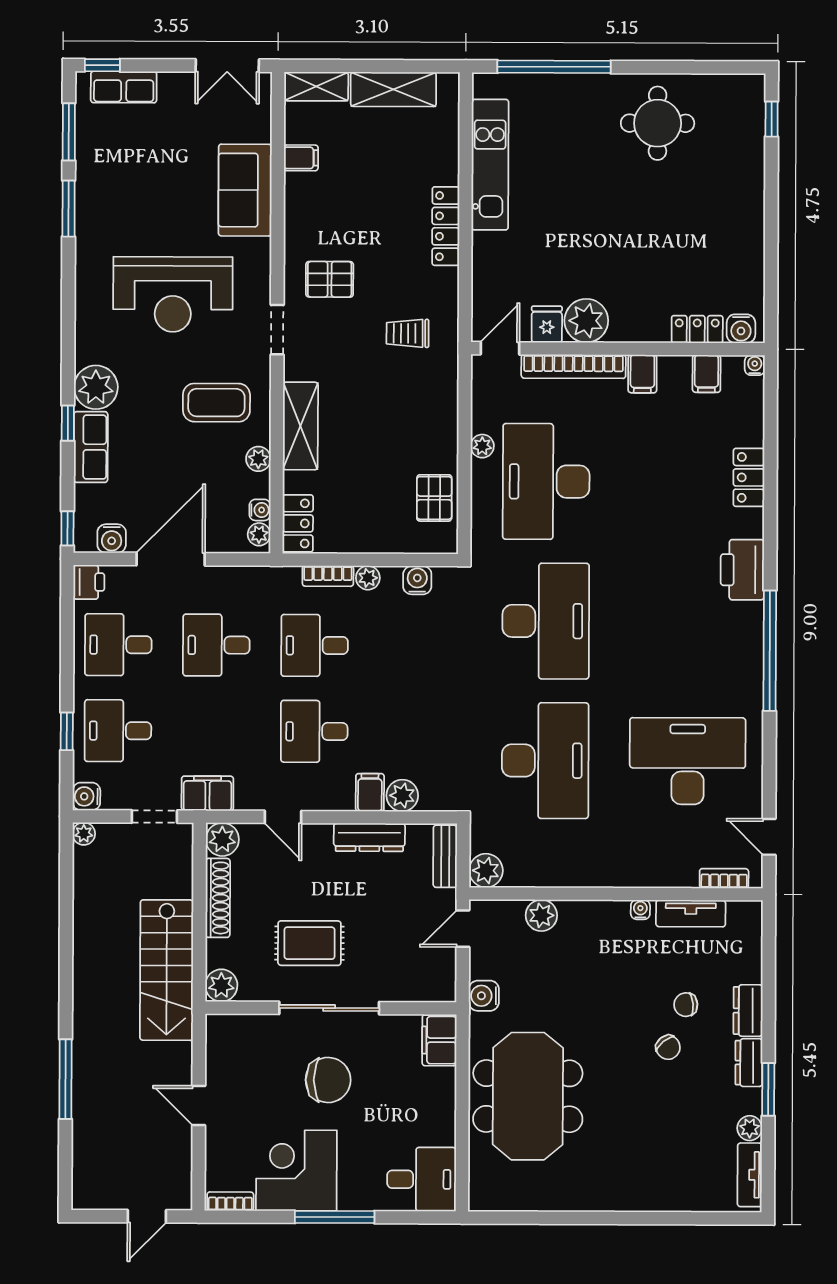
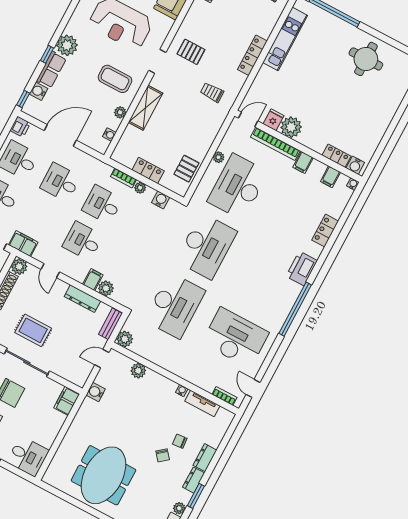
locker: (298, 523) -> (148, 170), moved, turned -90
plant: (259, 534) -> (104, 145), removed
water cooler: (112, 539) -> (38, 91), moved, turned 90
meeting table: (528, 1096) -> (103, 475), moved

